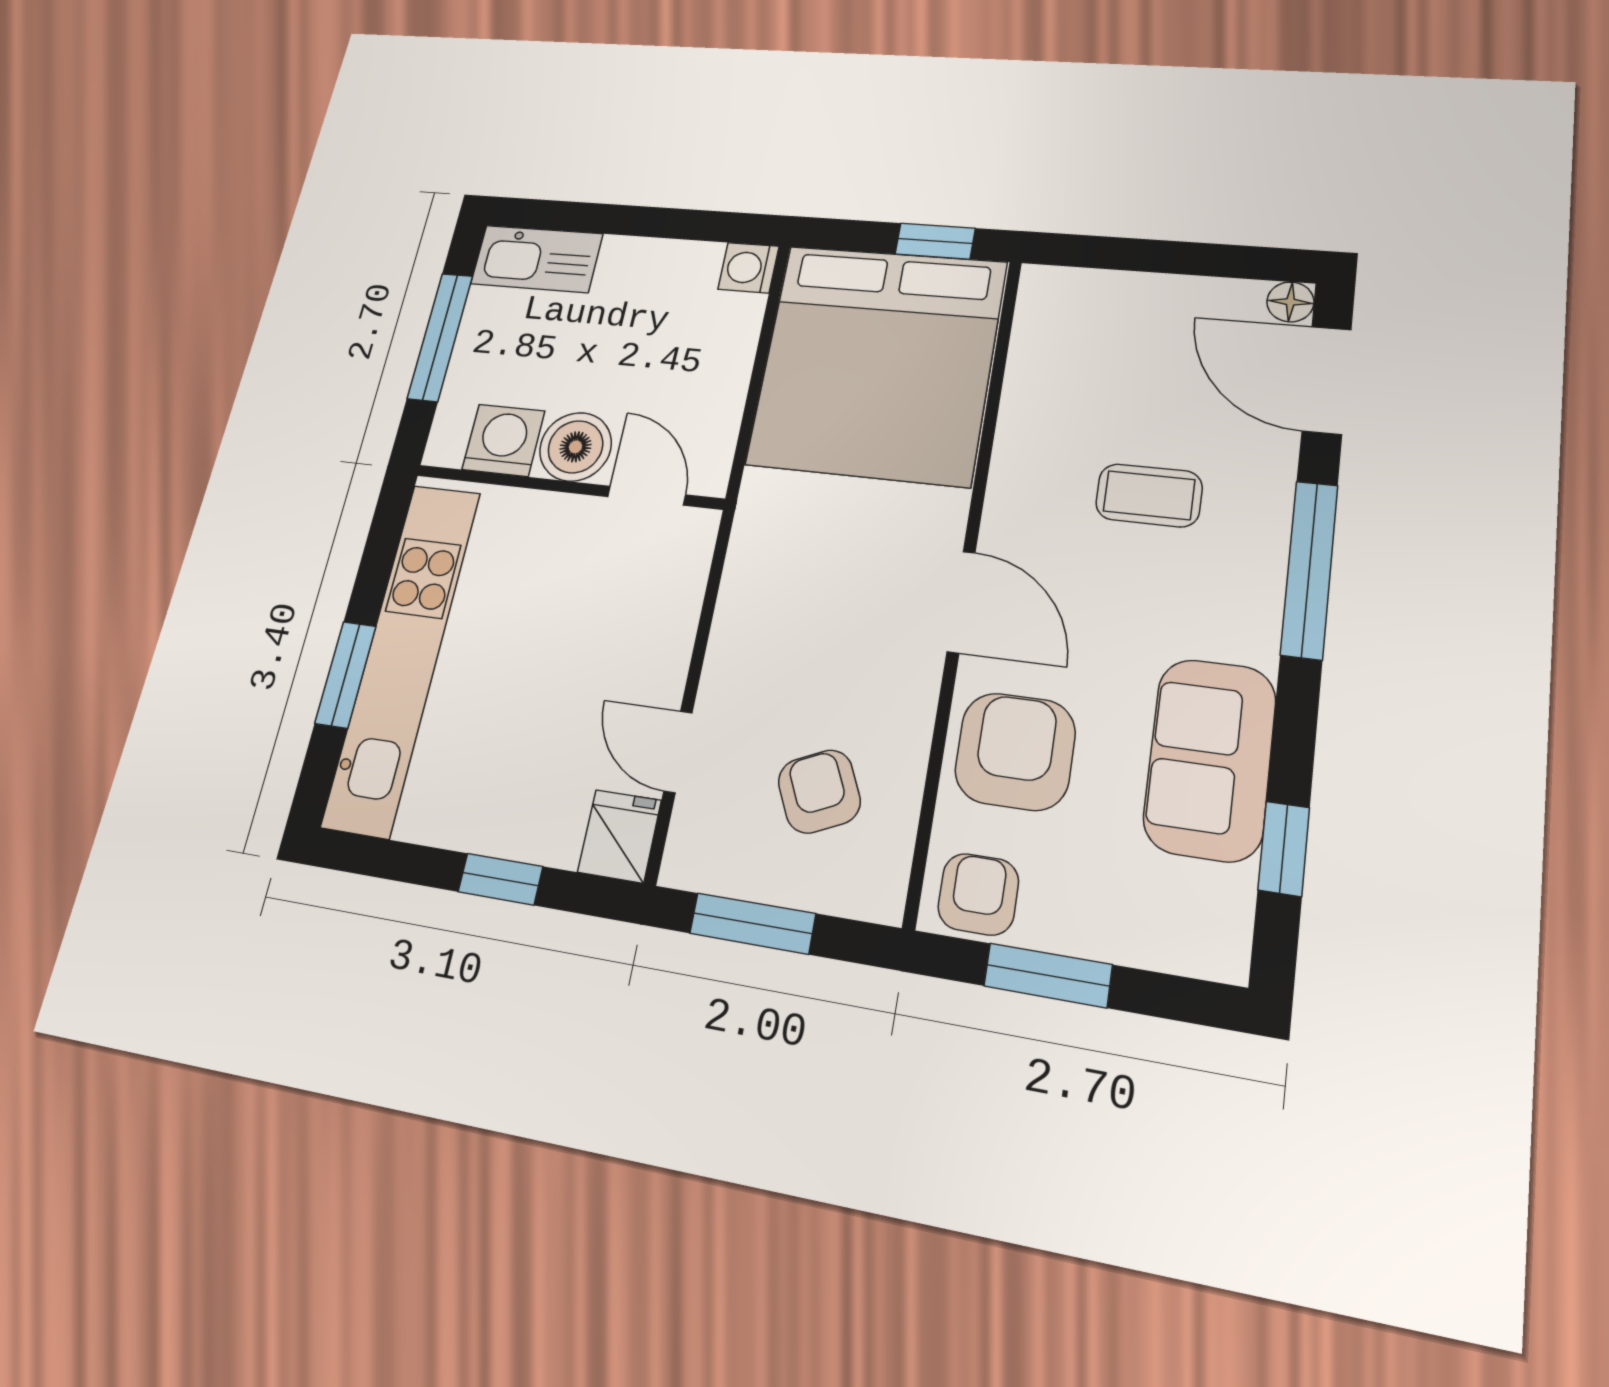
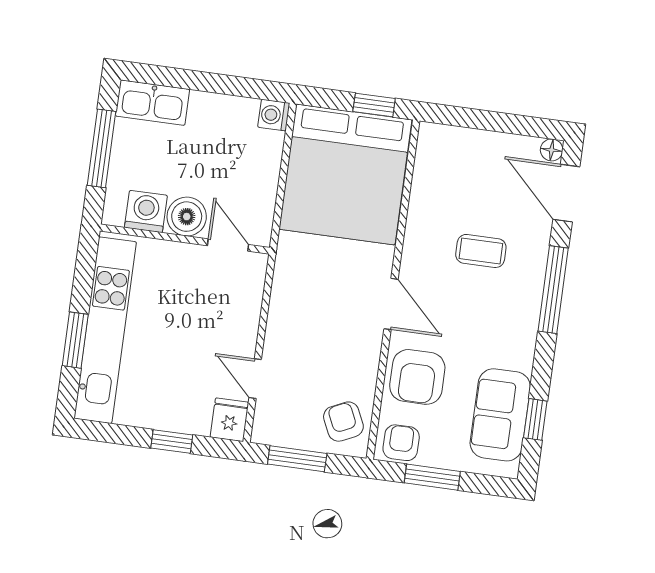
armchair: (1015, 751) -> (417, 377), turned 180
sofa: (1210, 759) -> (500, 415), moved
armchair: (819, 791) -> (343, 422), moved

